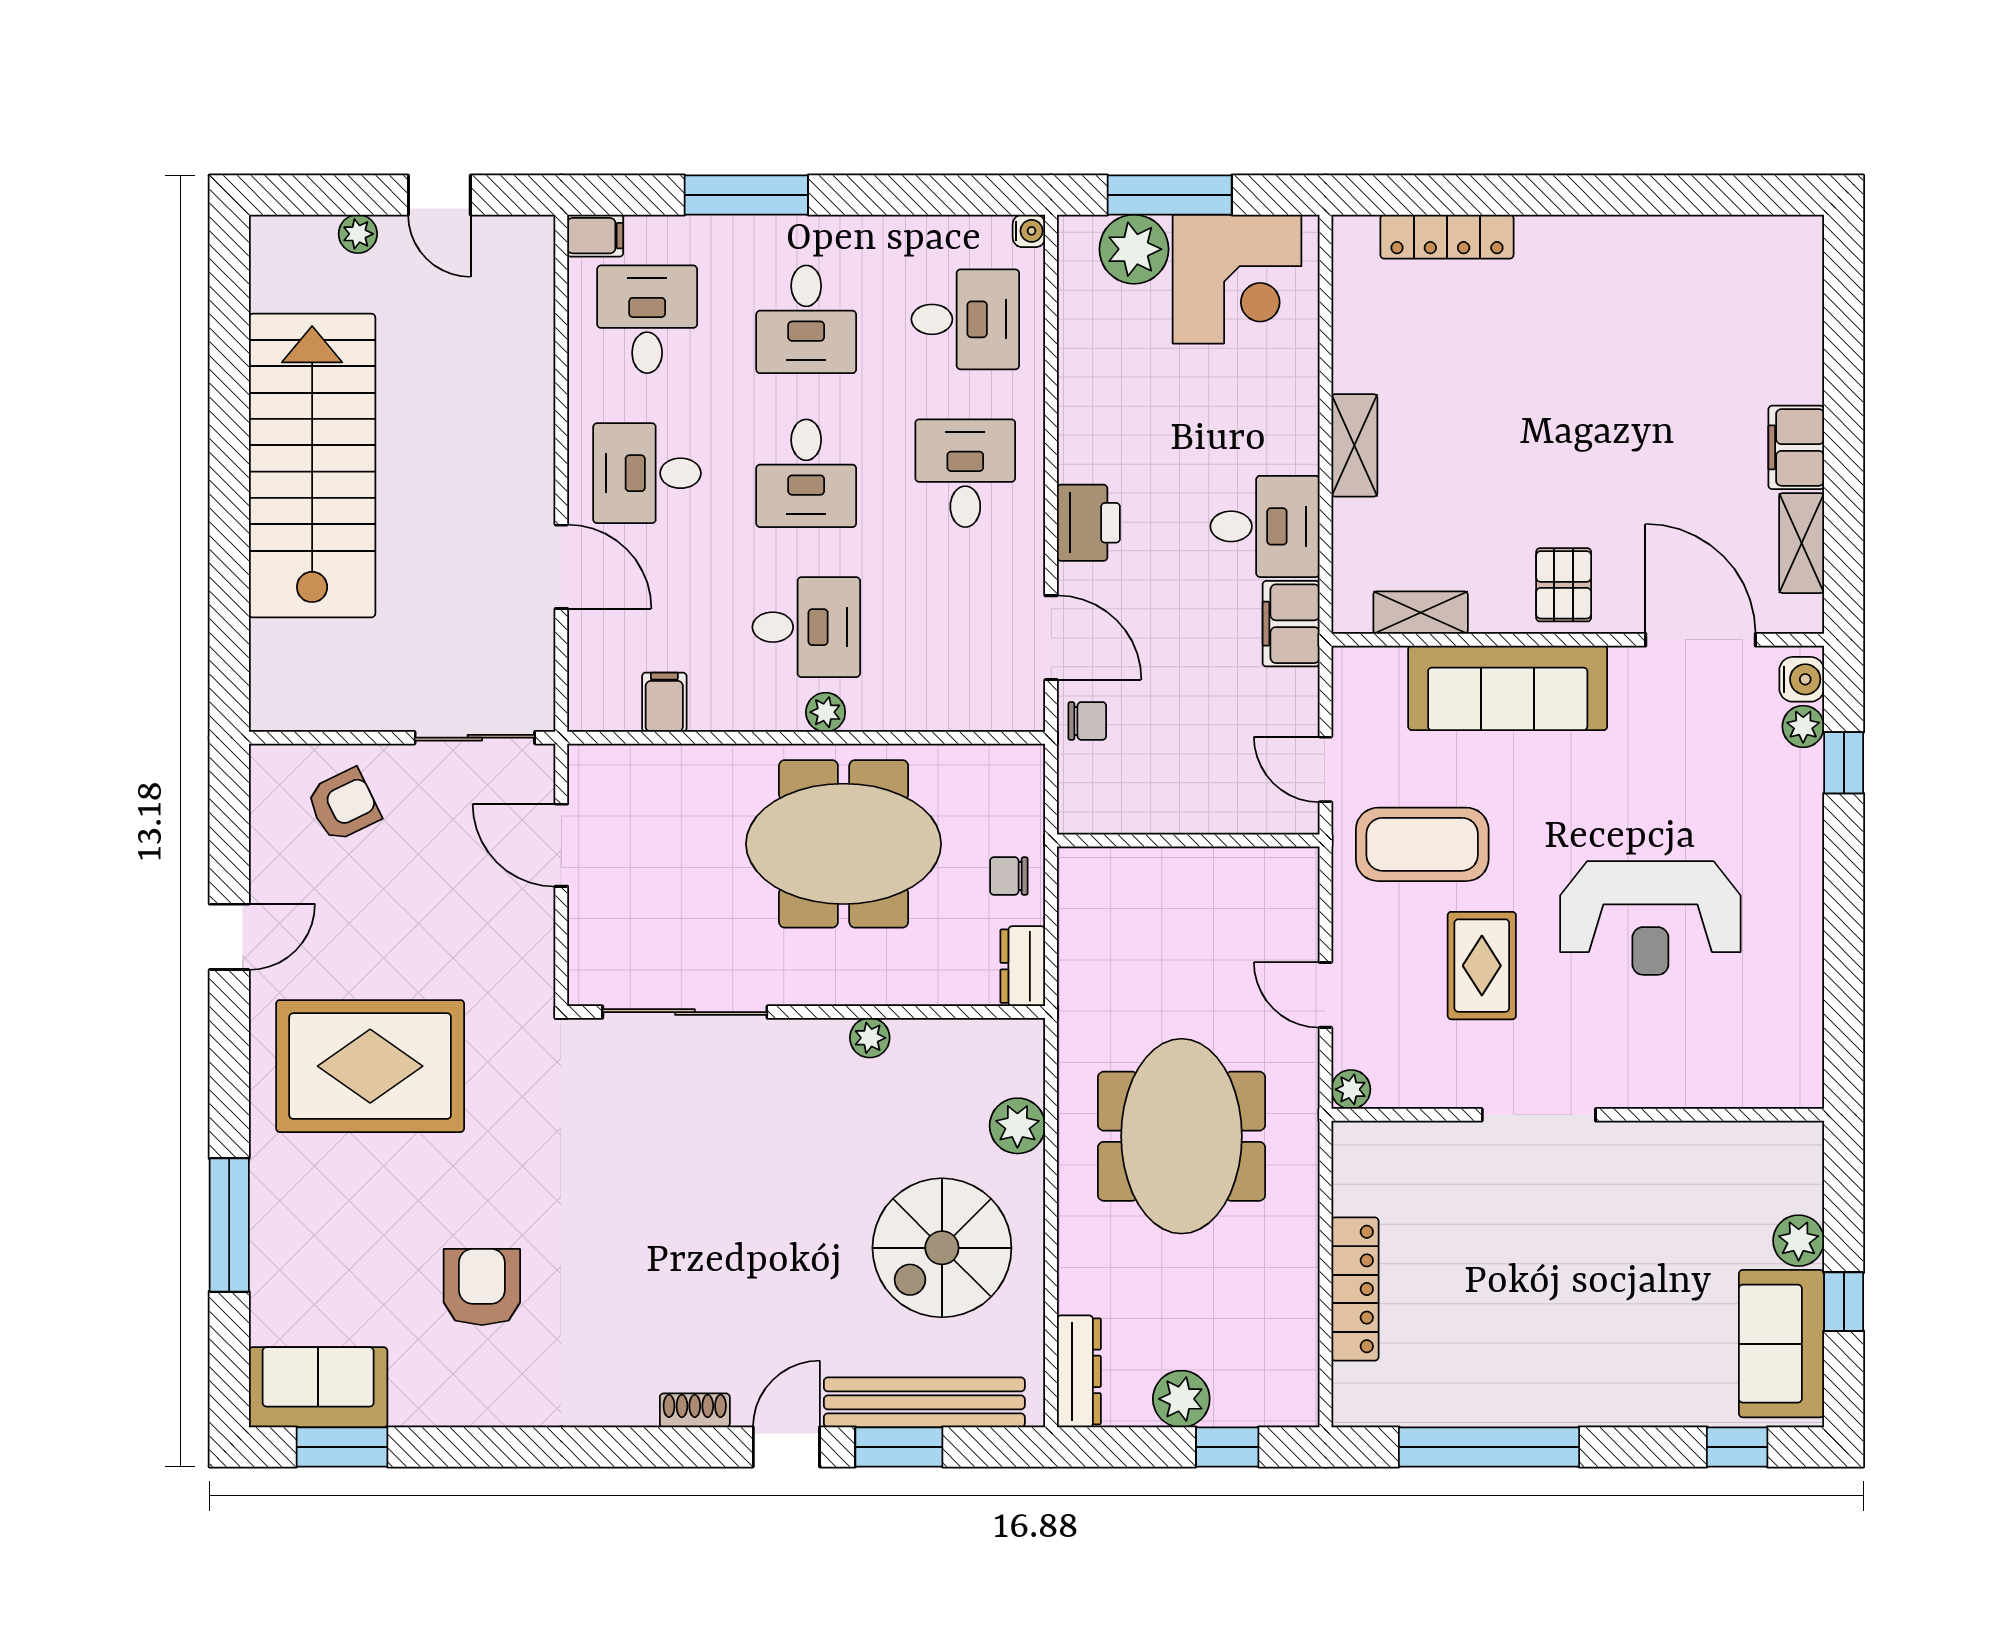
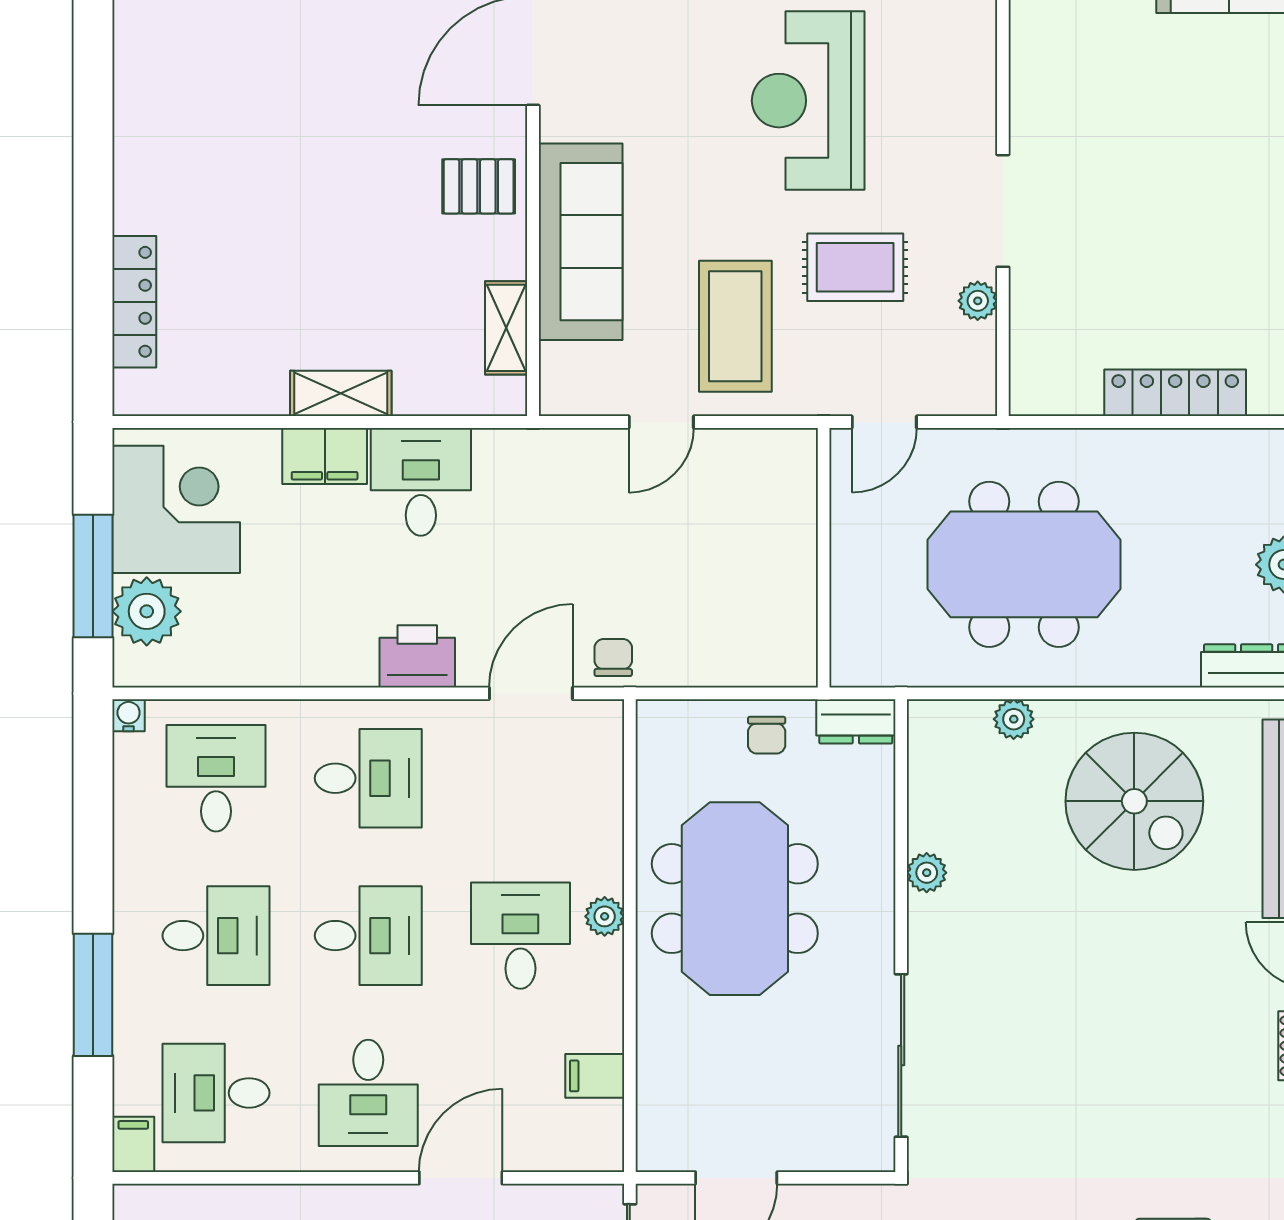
desk: (965, 473) -> (368, 778), turned 180
filing cabinet: (1291, 624) -> (325, 456), moved
wall: (1188, 841) -> (824, 558), moved
reception desk: (1650, 918) -> (808, 101), turned 180
plant: (1351, 1089) -> (978, 301), moved
plant: (1017, 1126) -> (1014, 719), width x0.73, depth x0.73

